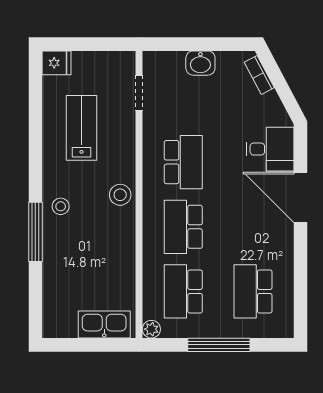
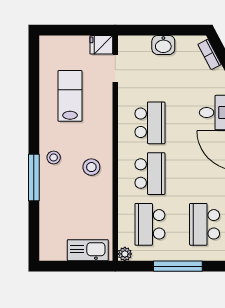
fridge: (56, 63) -> (101, 45), moved, turned 180
stool: (120, 195) -> (91, 167), moved
school desk: (183, 227) -> (150, 174), turned 180

